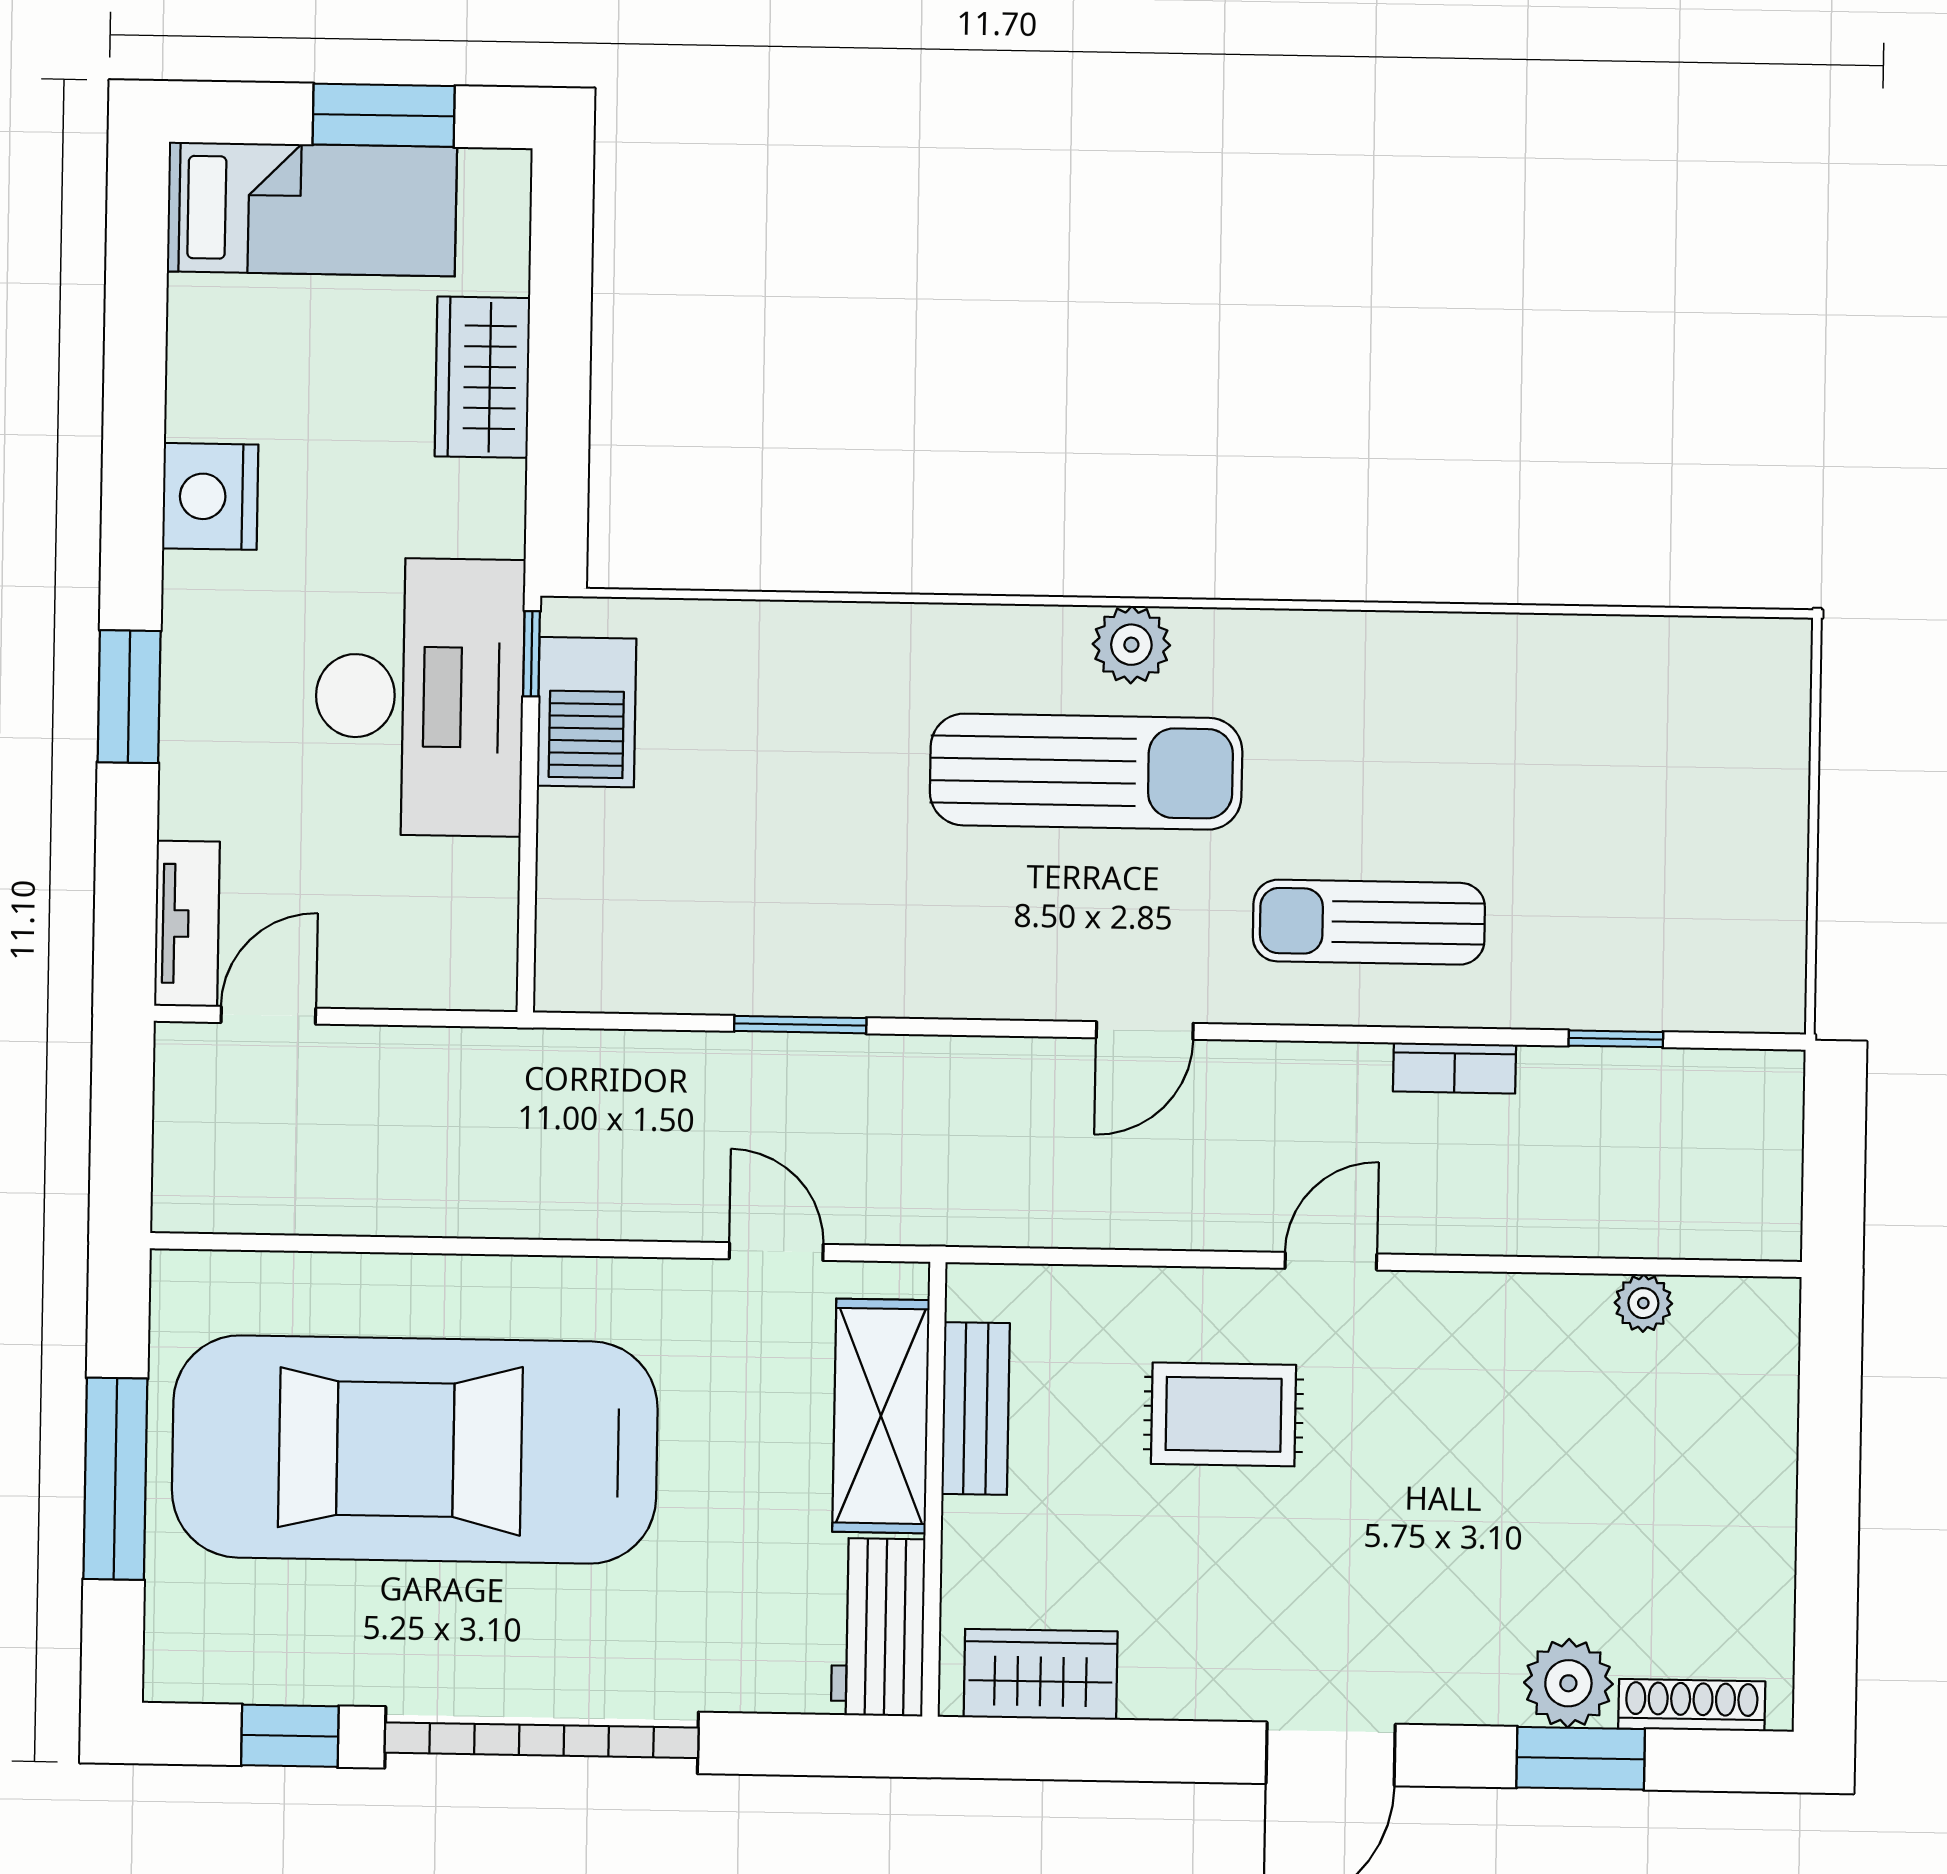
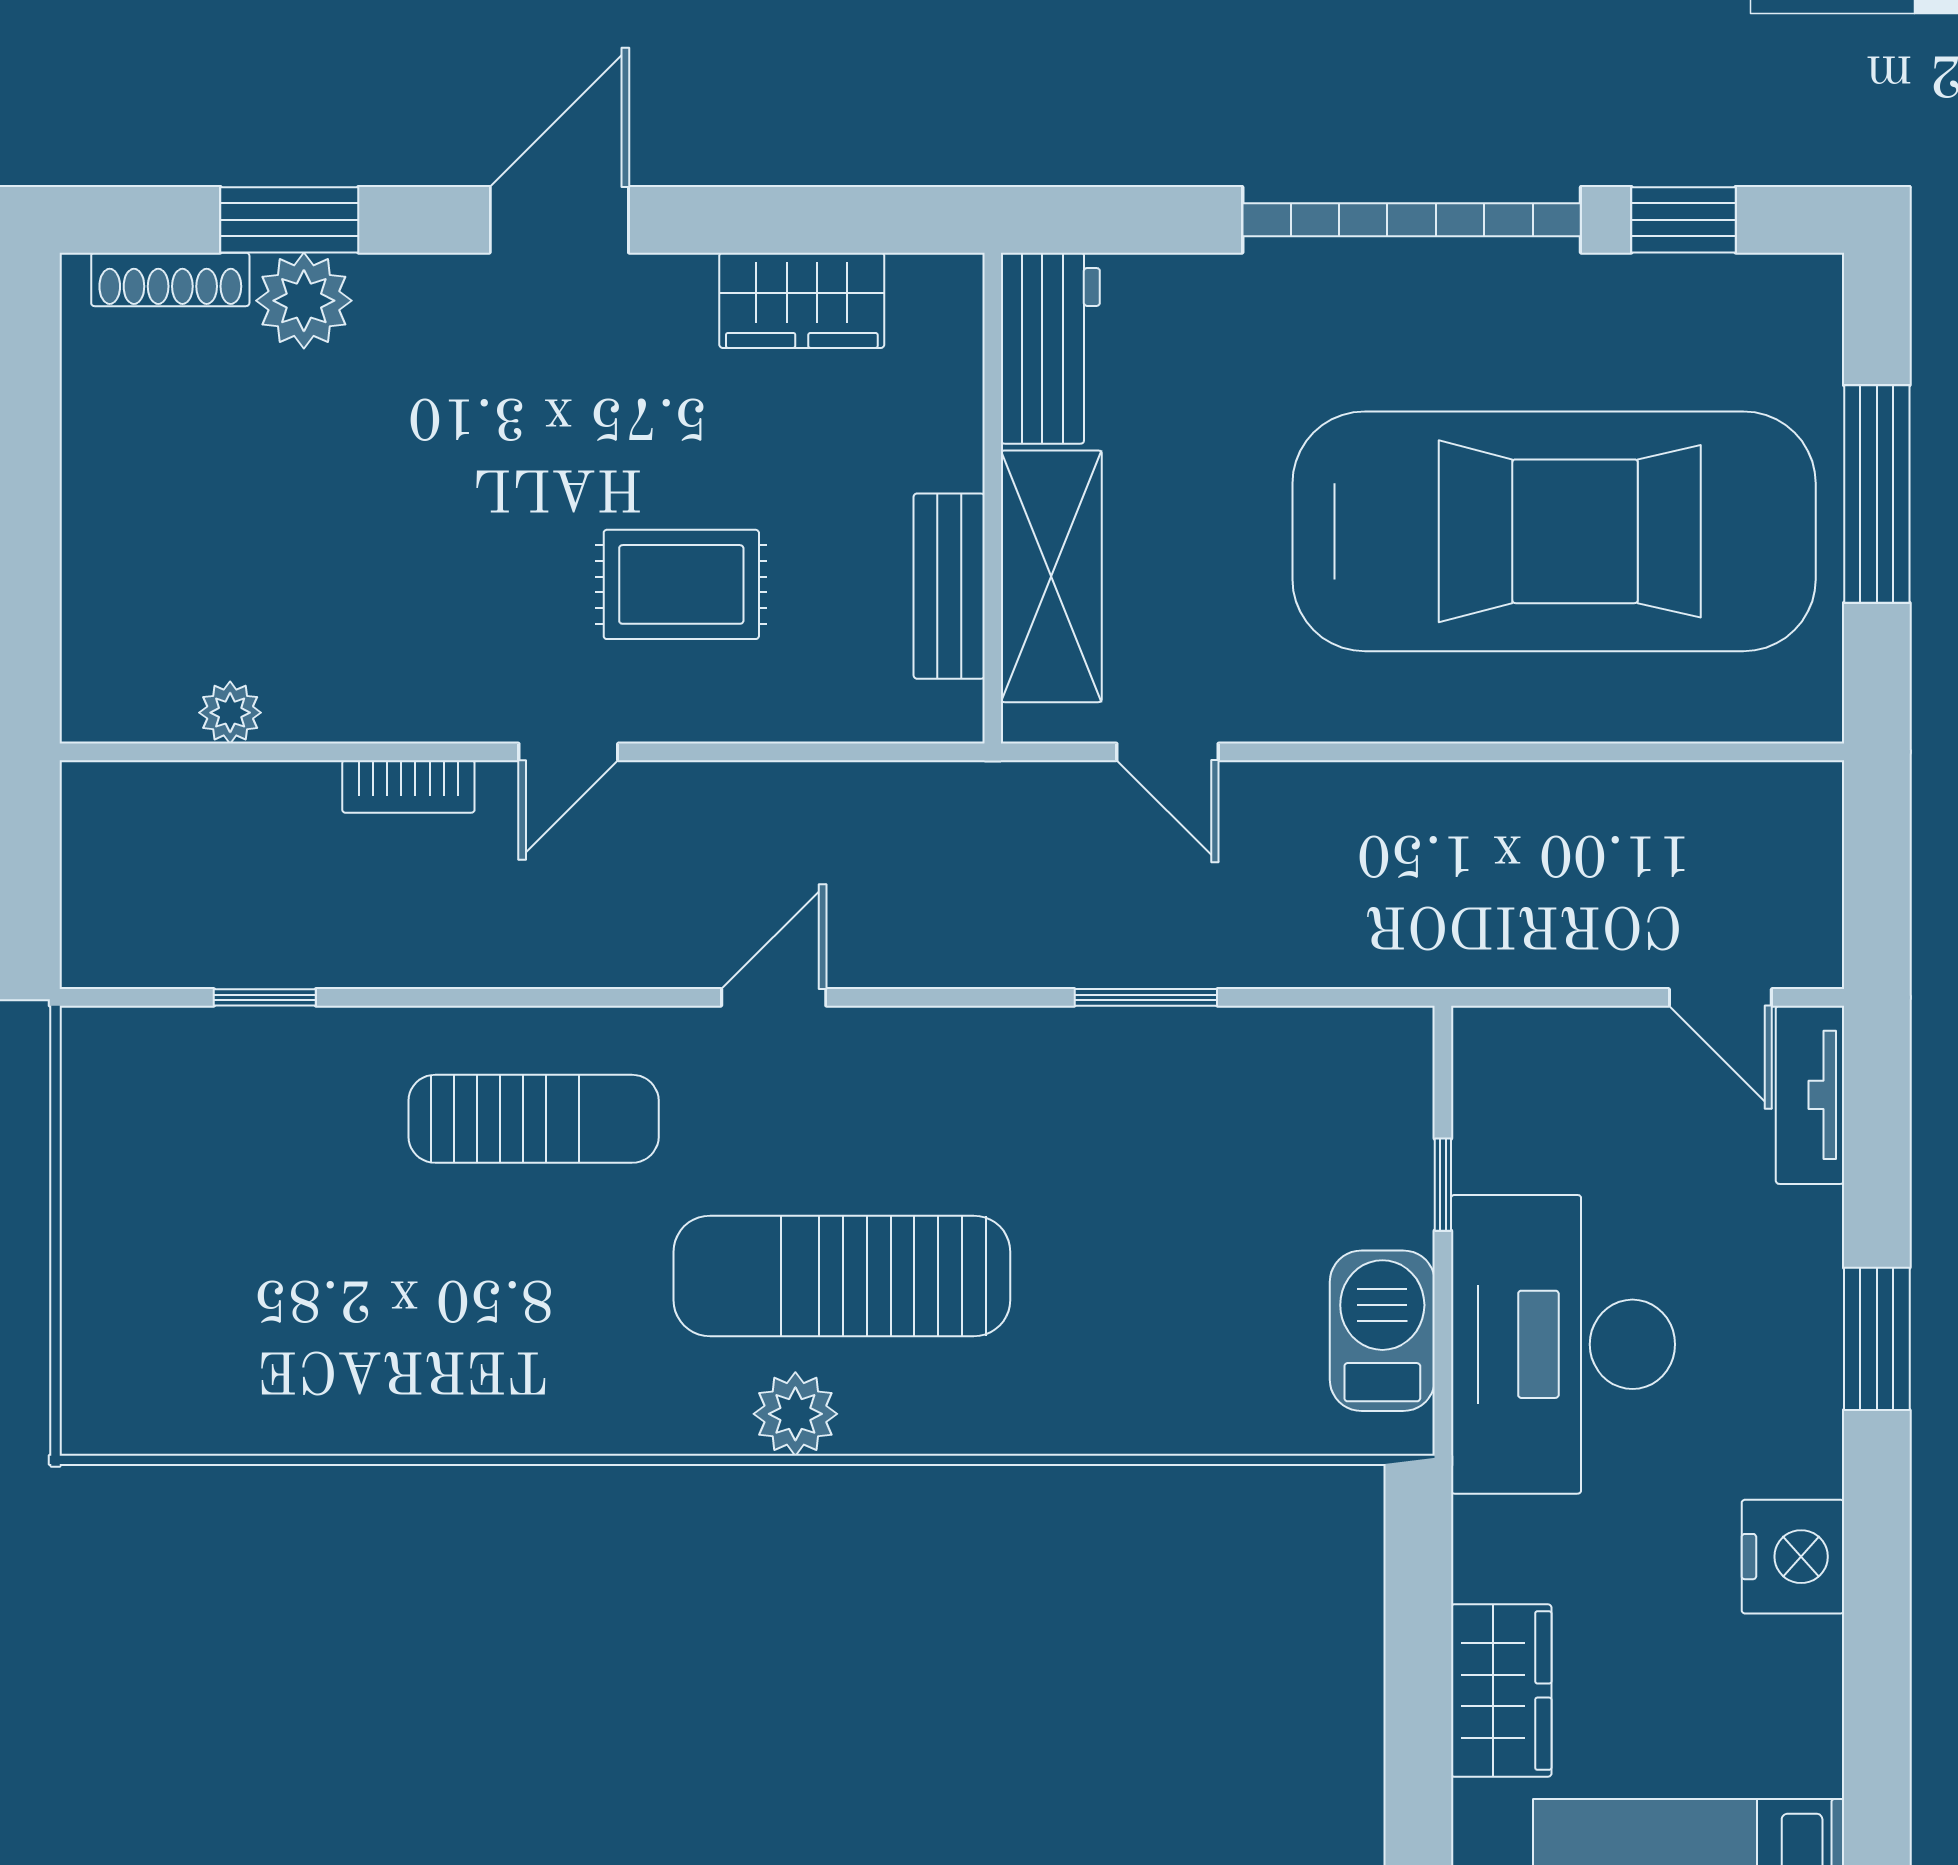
window: (532, 654) -> (1443, 1185), moved
door: (268, 1015) -> (1720, 997), hinge flipped
bookcase: (1455, 1068) -> (408, 786), moved, turned 180
wardrobe: (1041, 1674) -> (802, 300), moved

